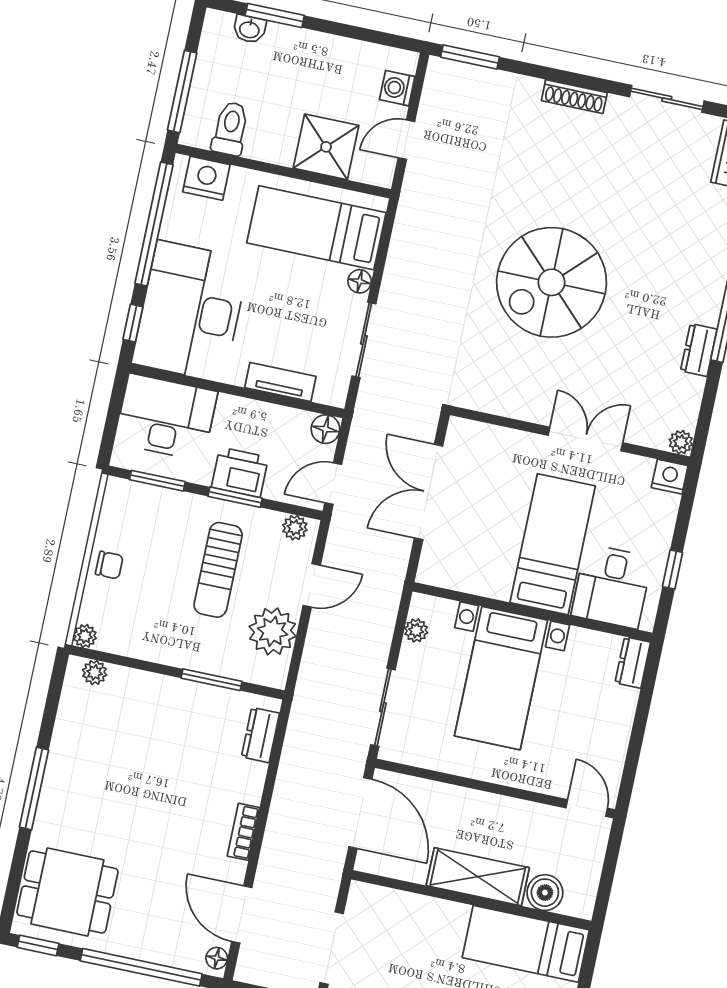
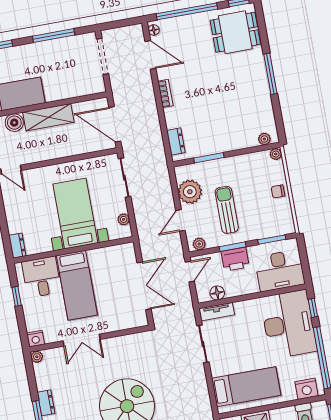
floor lamp: (360, 281) -> (216, 370), removed
tv unit: (280, 382) -> (217, 312), moved
floor lamp: (325, 429) -> (217, 293), moved

